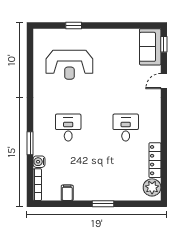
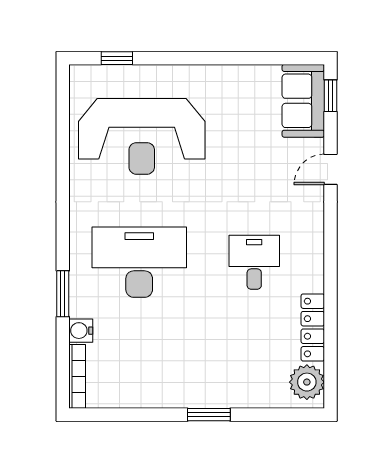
window: (74, 25) -> (117, 58), moved
reception desk: (69, 65) -> (142, 136), width x1.36, depth x1.30
desk: (68, 128) -> (139, 262), width x1.87, depth x1.30
filing cabinet: (67, 193) -> (137, 393), removed

